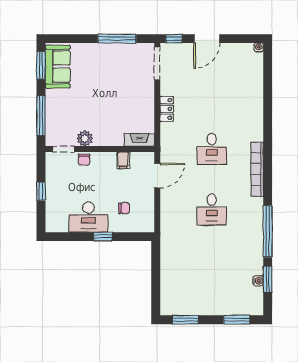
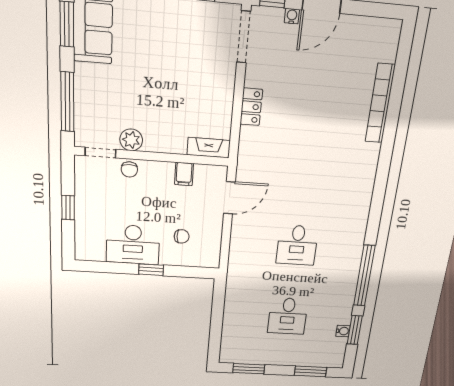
water cooler: (259, 48) -> (292, 16), moved
desk: (212, 149) -> (288, 316), moved
bookcase: (257, 169) -> (380, 104), moved

